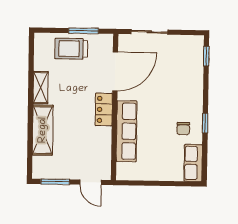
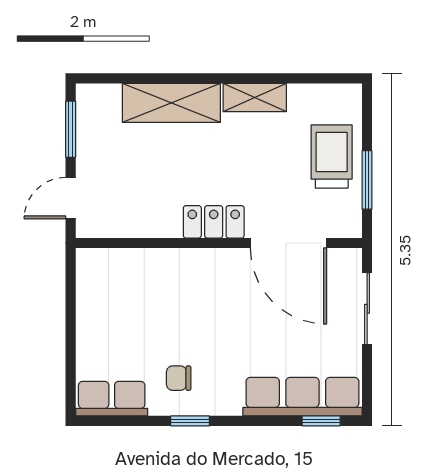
row of seats: (127, 131) -> (302, 397), moved, turned 180

